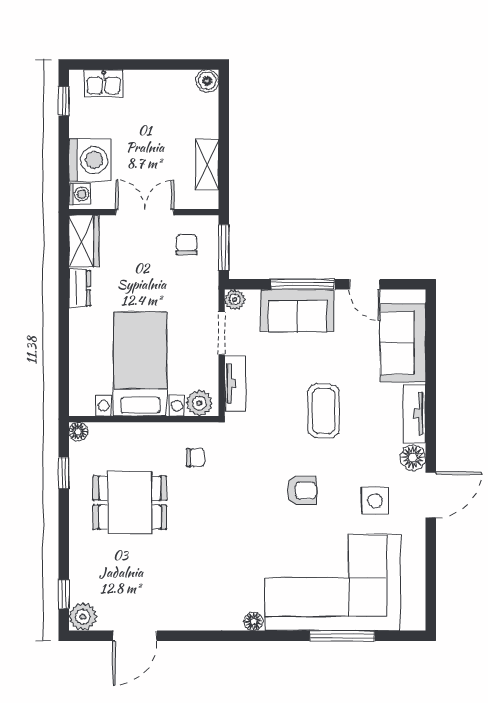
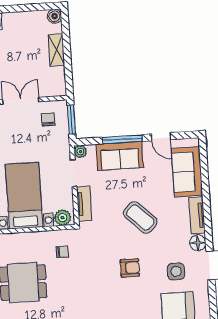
shelving: (207, 165) -> (56, 50), moved
coffee table: (324, 411) -> (140, 217), turned -46

